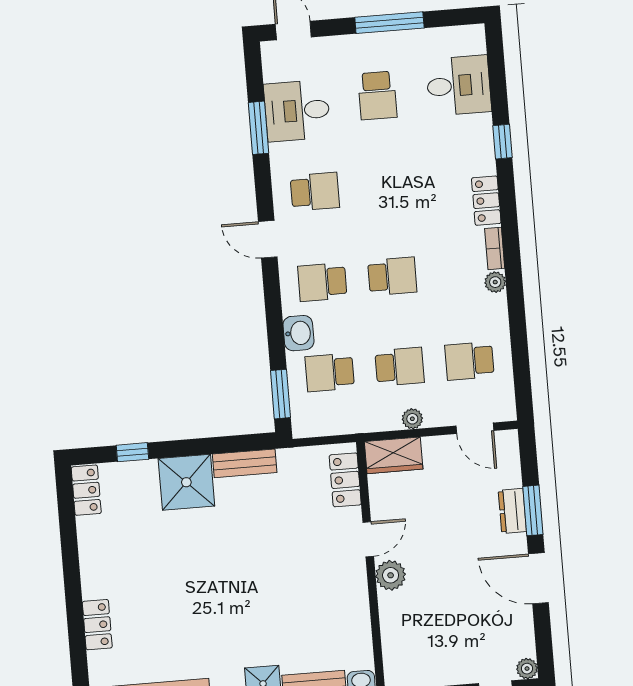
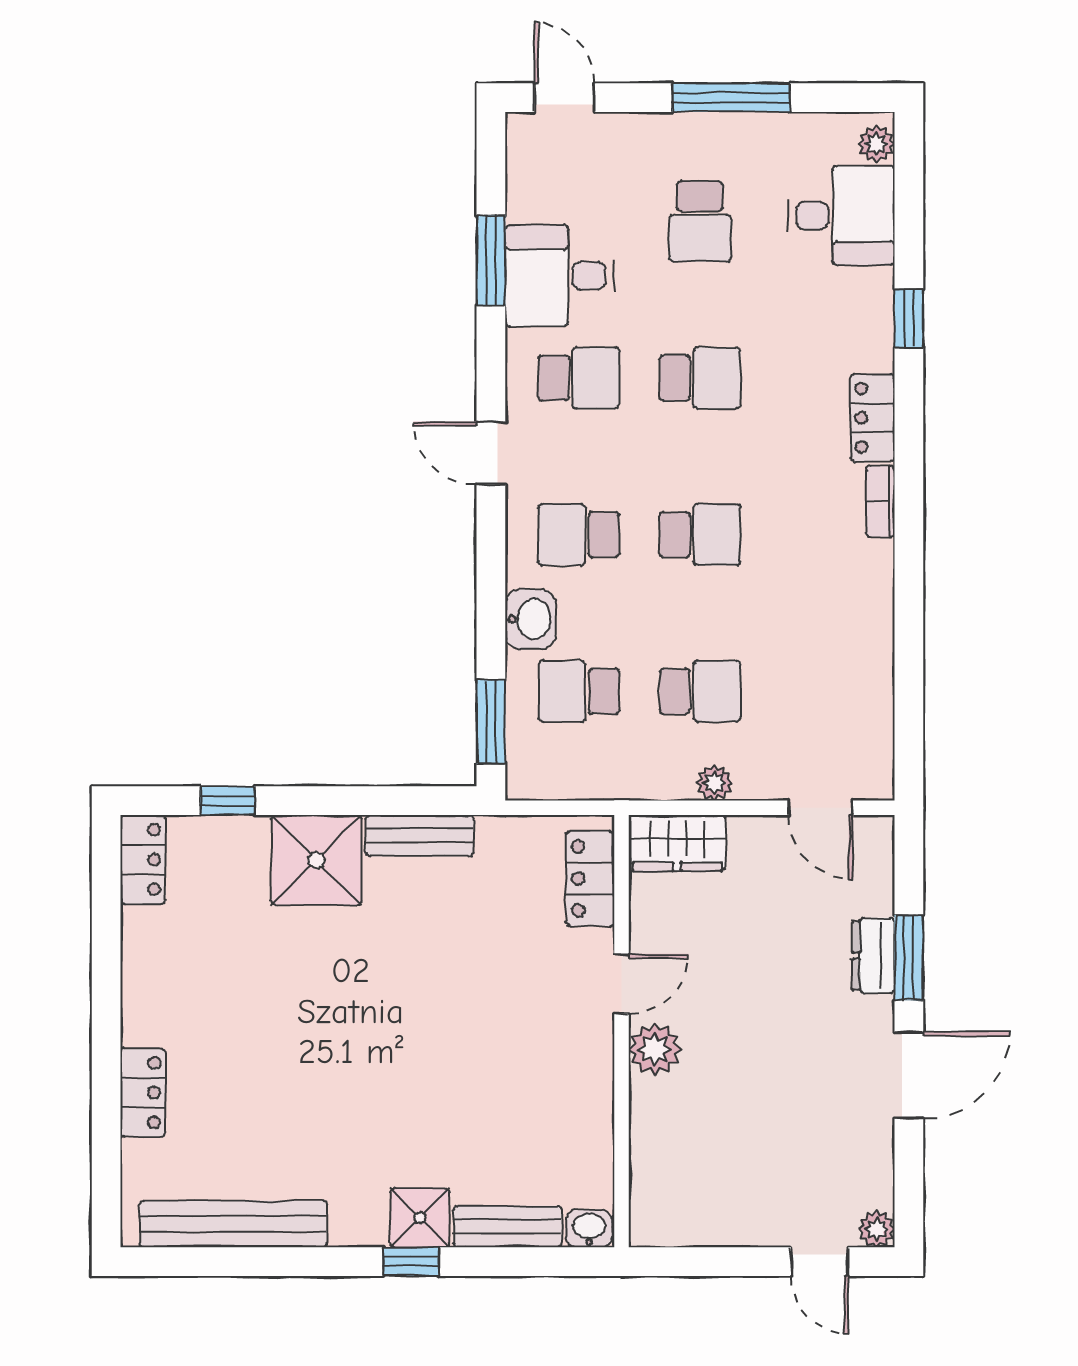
desk: (297, 111) -> (560, 276), moved
plant: (495, 282) -> (876, 144), moved
school desk: (469, 361) -> (700, 378), moved, turned 180
door: (538, 578) -> (909, 1075), swing flipped

